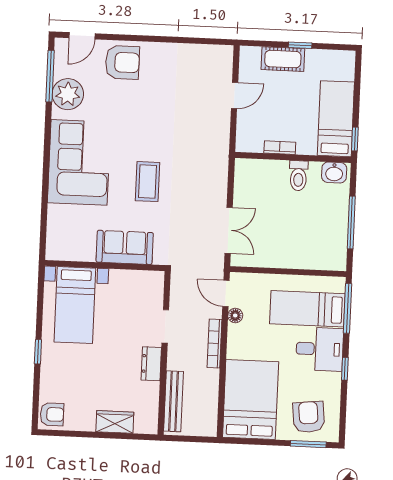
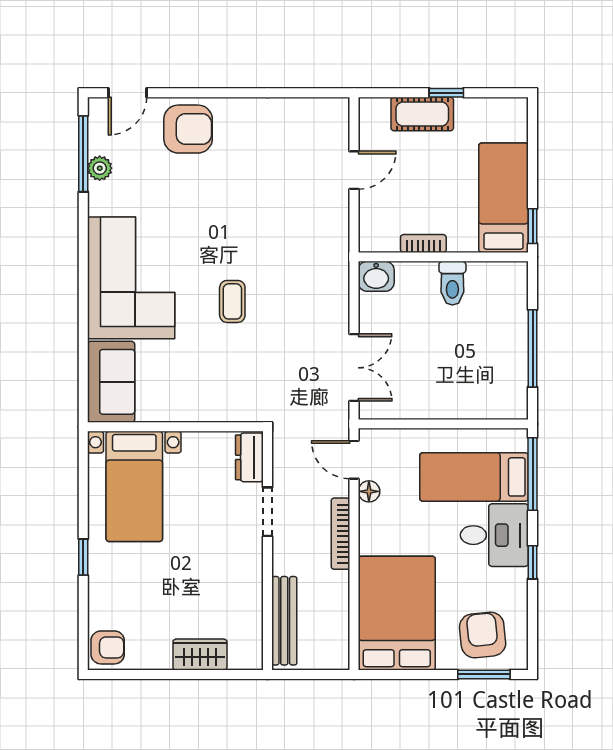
plant: (68, 94) -> (100, 168), width x0.53, depth x0.53
washbasin: (334, 173) -> (376, 276), moved
coffee table: (148, 182) -> (232, 301), width x0.73, depth x0.77
sofa: (125, 247) -> (111, 382), moved, turned 90
dresser: (151, 364) -> (249, 457), moved

